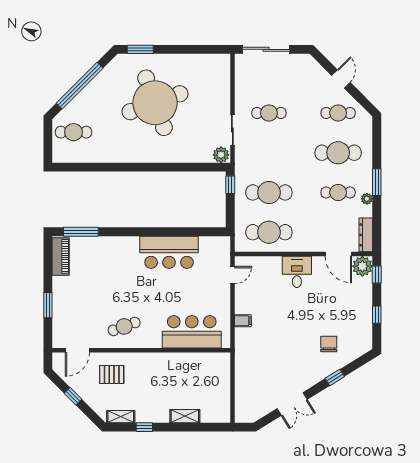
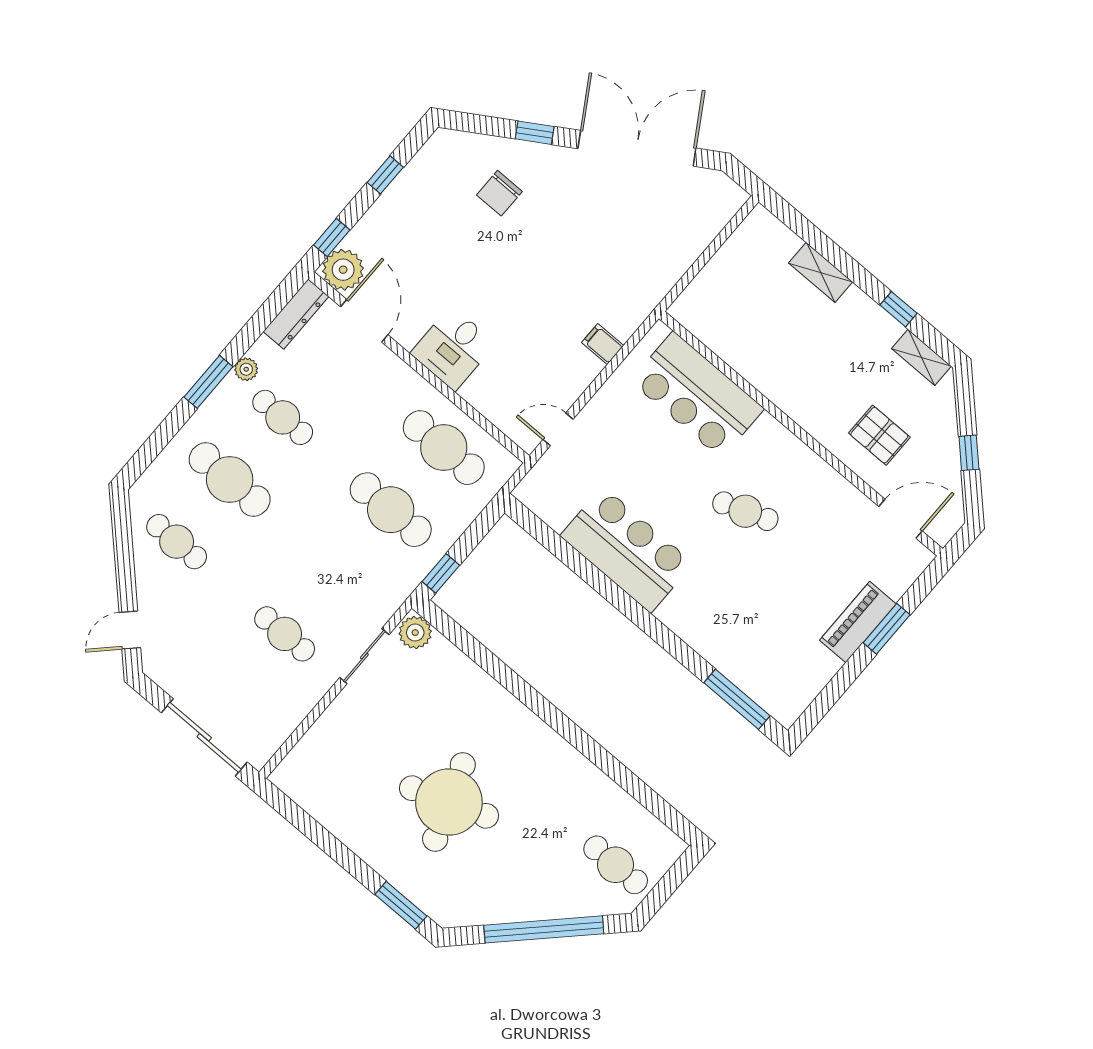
door: (341, 79) -> (130, 630), moved
round table: (155, 103) -> (449, 802), width x0.73, depth x0.73
piano: (61, 256) -> (858, 622), moved
cafe table: (124, 326) -> (745, 511), moved
double door: (292, 404) -> (637, 148), width x1.87

